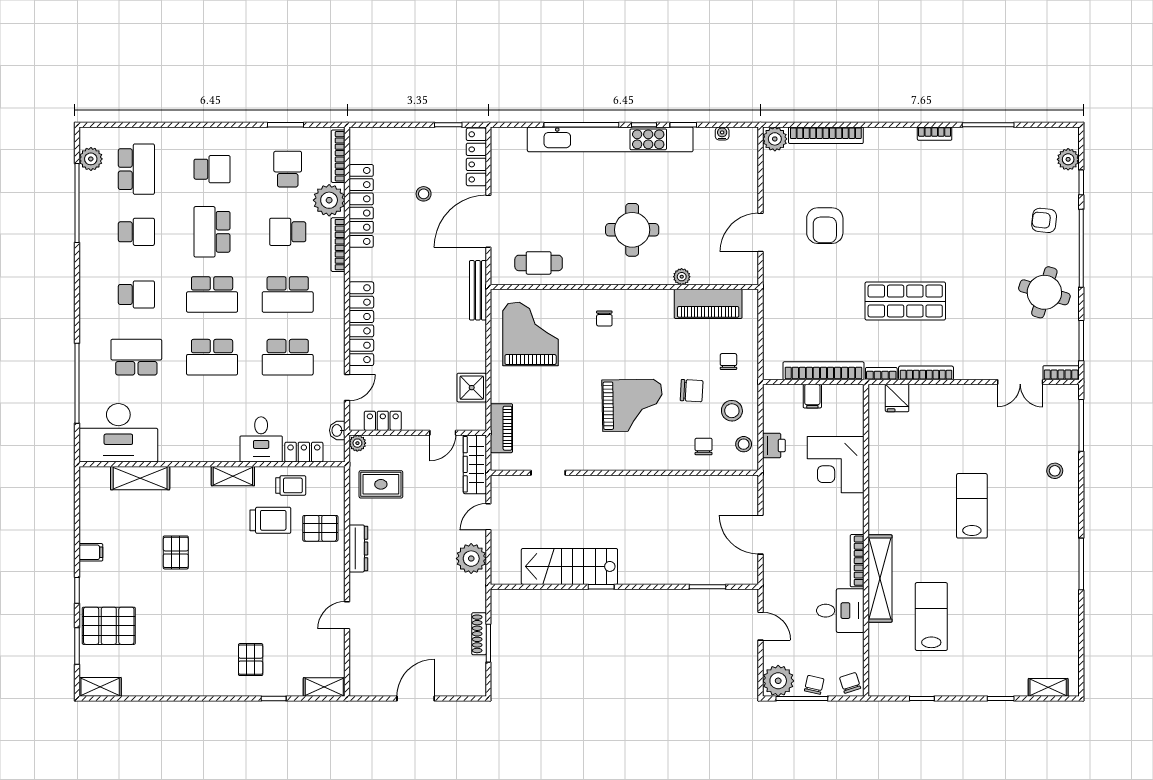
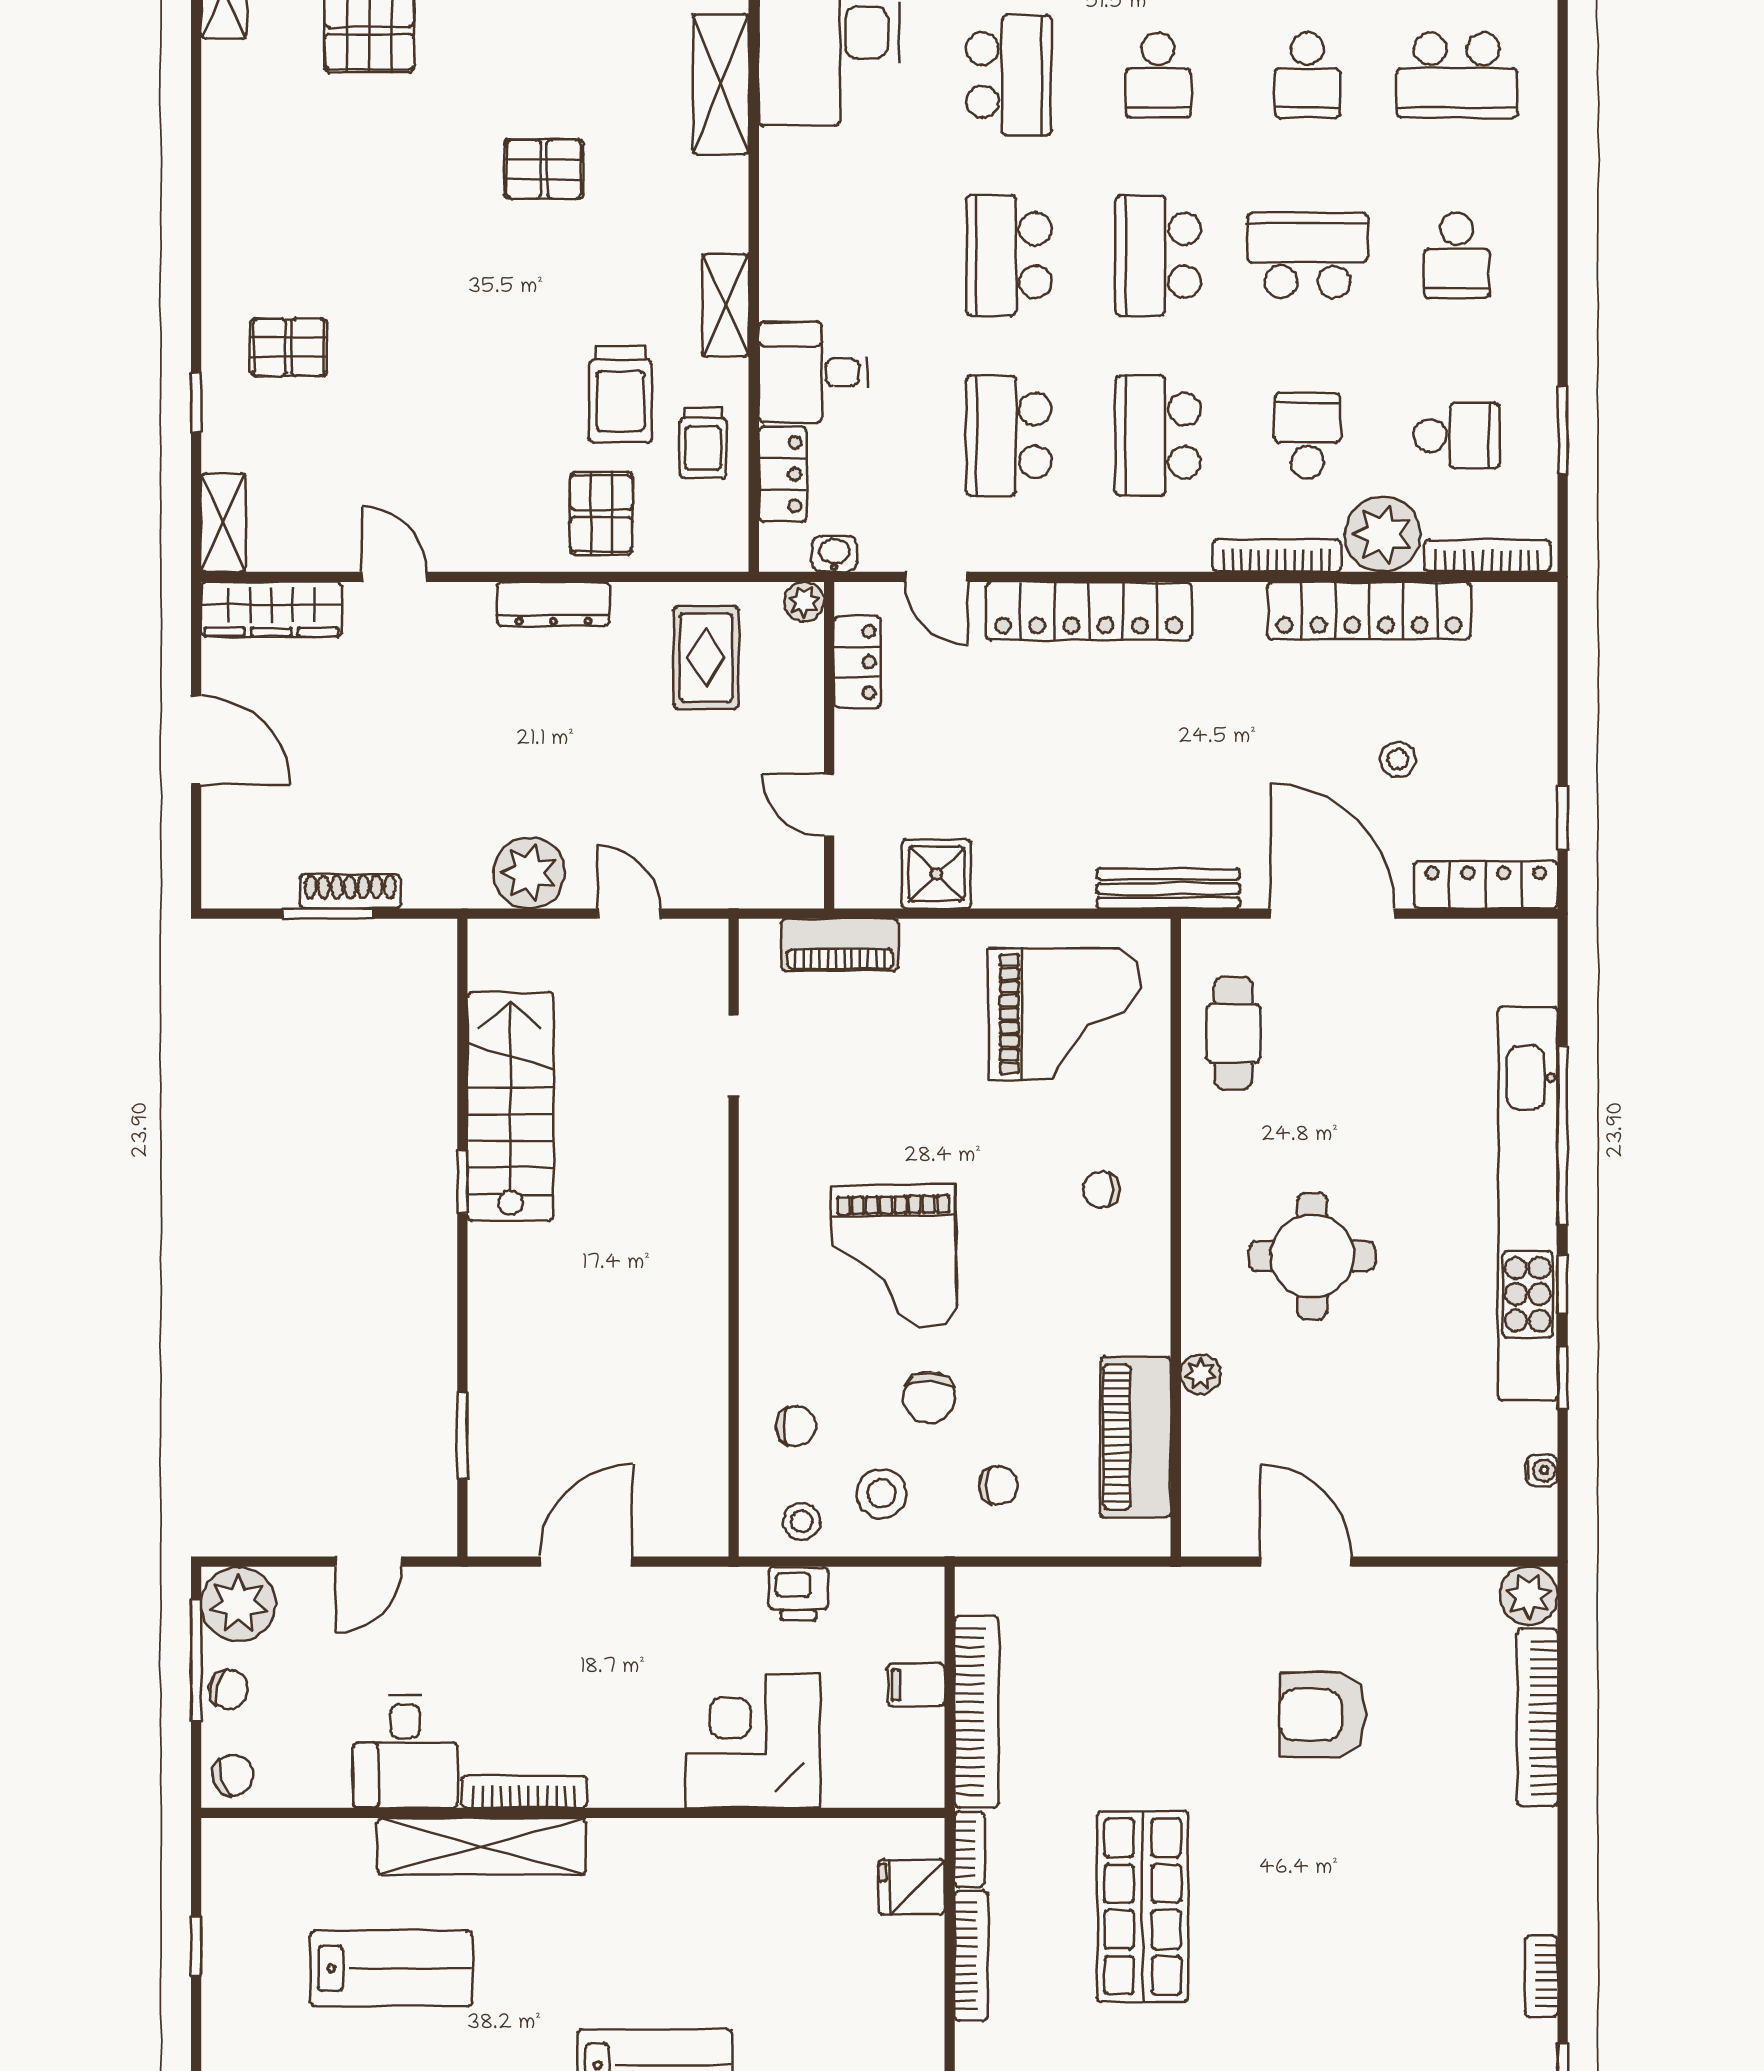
wardrobe: (475, 464) -> (271, 609), moved, turned 180

